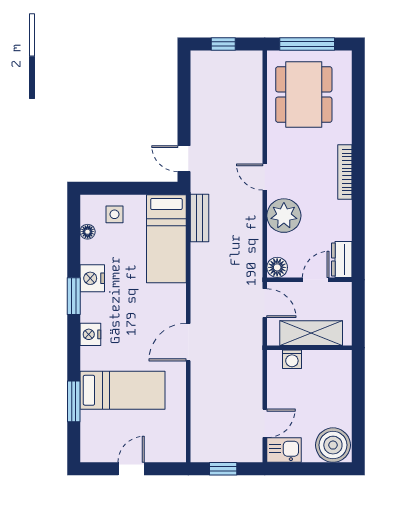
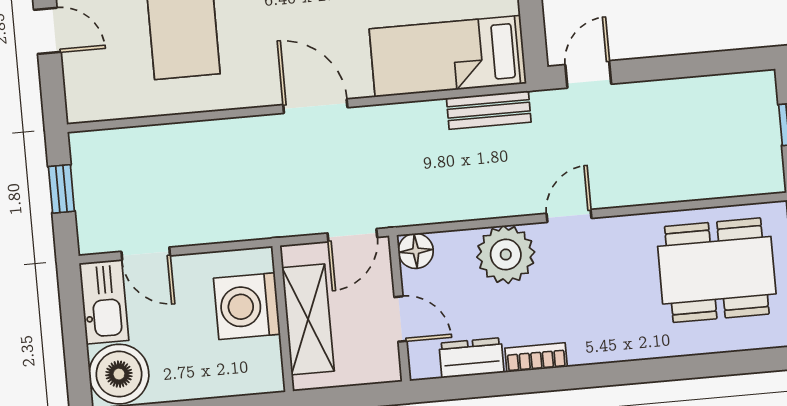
bookcase: (345, 172) -> (536, 357), moved, width x0.64
dresser: (342, 259) -> (471, 358), moved
door: (188, 342) -> (315, 106), moved
washing machine: (292, 359) -> (247, 306), width x1.89, depth x1.89
kitchen sink: (284, 450) -> (104, 302), width x1.38

